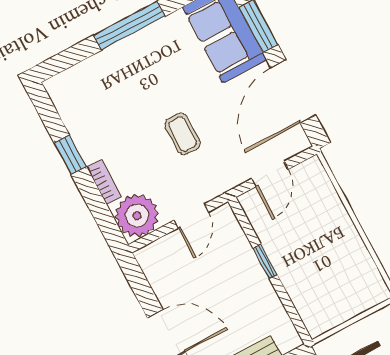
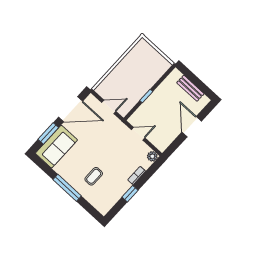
coffee table: (183, 134) -> (94, 176), moved
plant: (137, 216) -> (152, 156), width x0.53, depth x0.53

